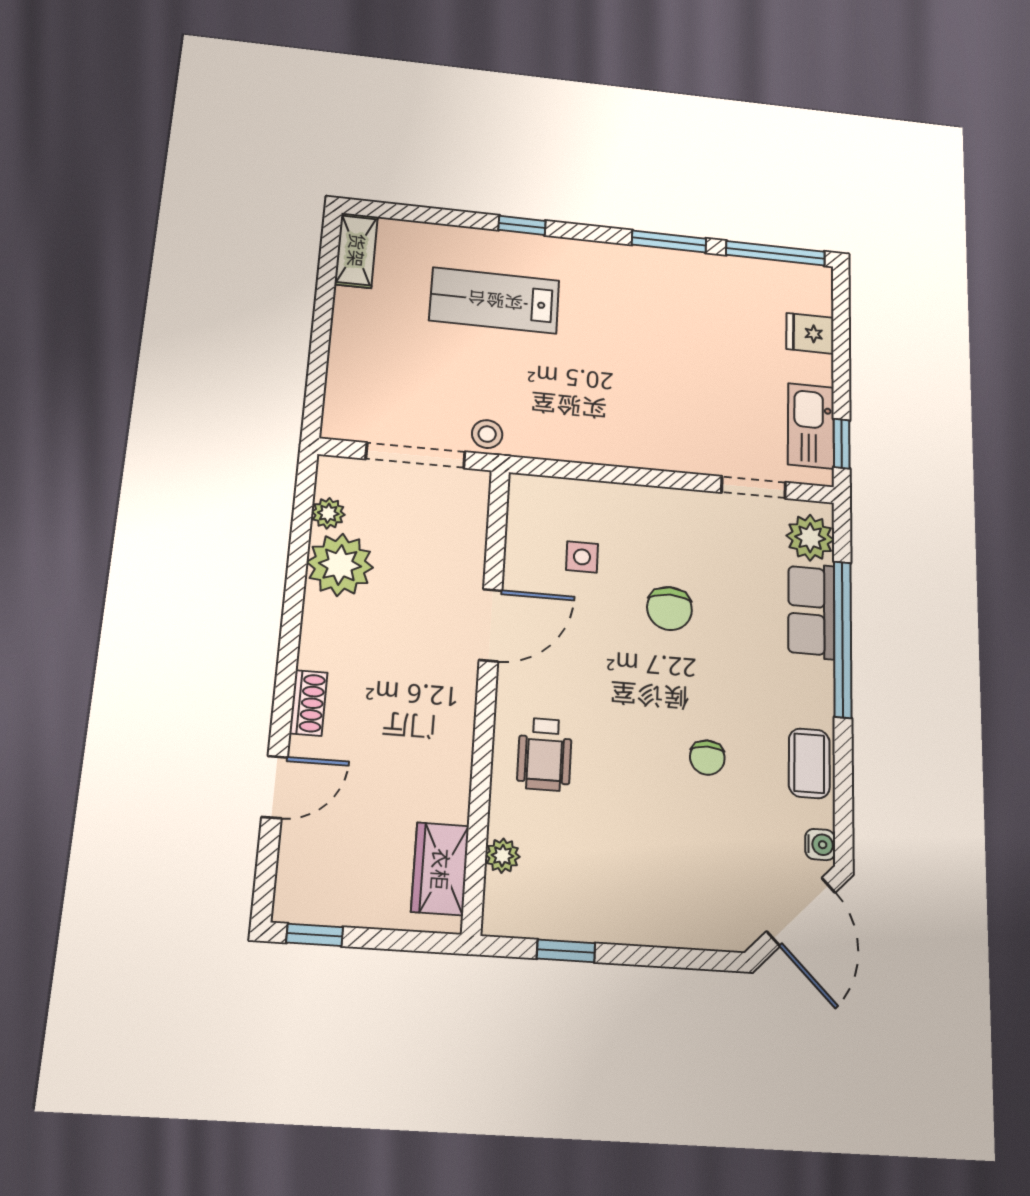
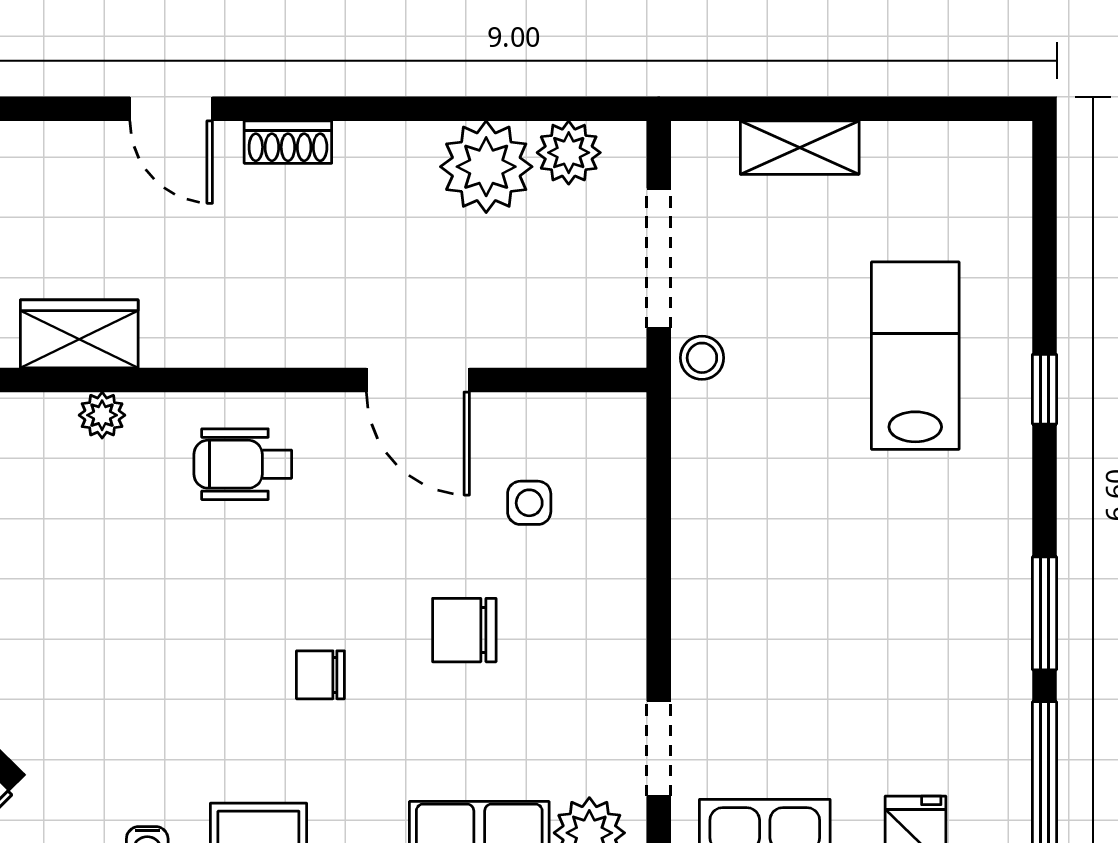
shelving: (356, 250) -> (800, 148), moved
plant: (328, 513) -> (569, 153), width x1.38, depth x1.38
chair: (707, 758) -> (320, 675), moved

